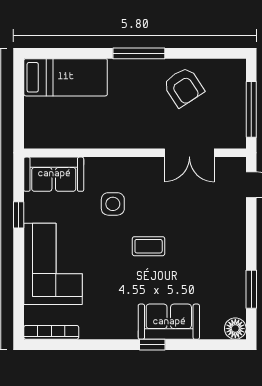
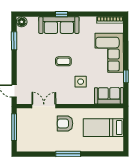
bed: (66, 77) -> (103, 128), moved
armchair: (183, 87) -> (65, 123), moved, turned -57
sofa: (169, 322) -> (59, 25), width x1.36

